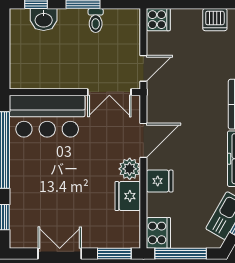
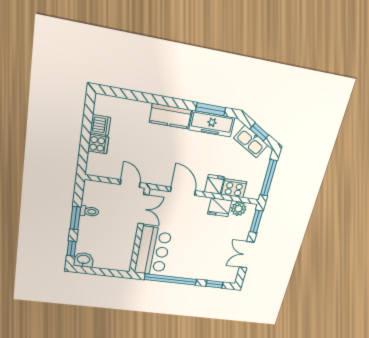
washbasin: (44, 20) -> (83, 260), moved, turned -90
cooker: (158, 20) -> (98, 144), moved, turned 90
plant: (130, 169) -> (239, 209), moved
cooker: (158, 233) -> (234, 188), moved

